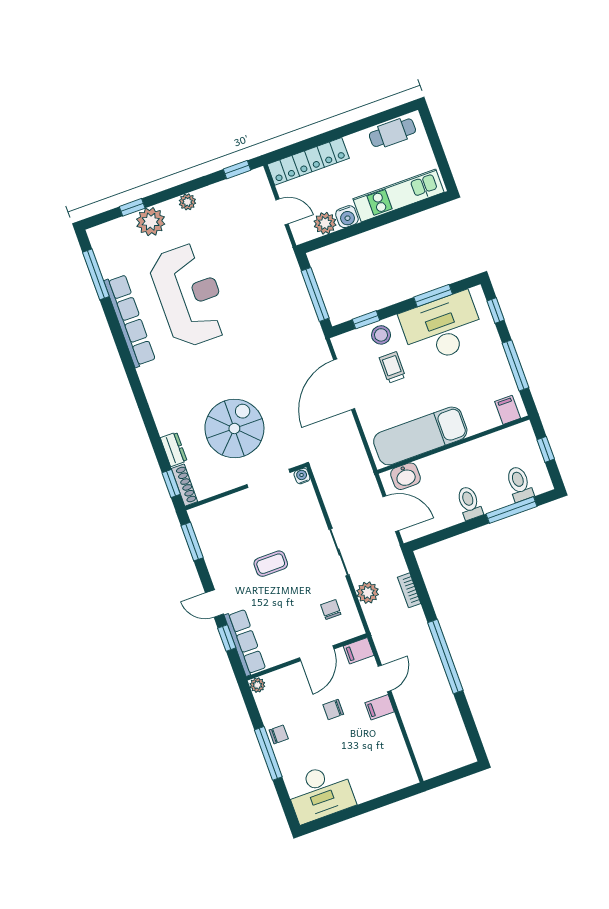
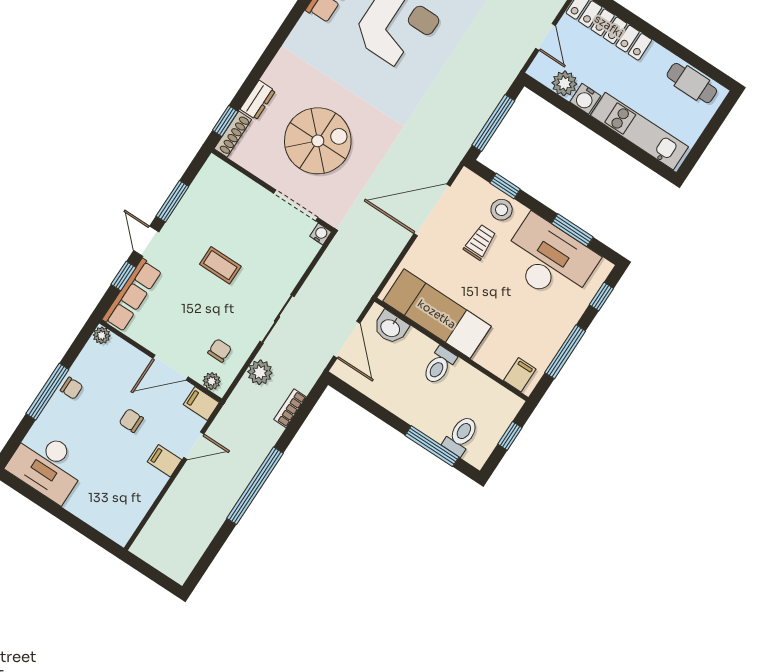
toilet: (469, 503) -> (439, 366), moved, turned 180
window: (192, 542) -> (172, 201), moved
plant: (348, 631) -> (212, 381), added

